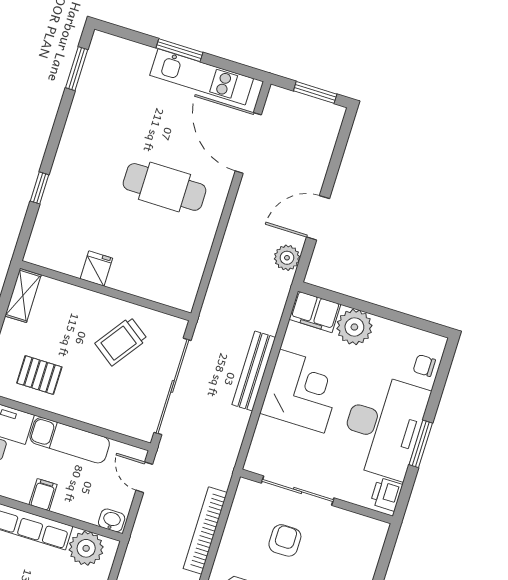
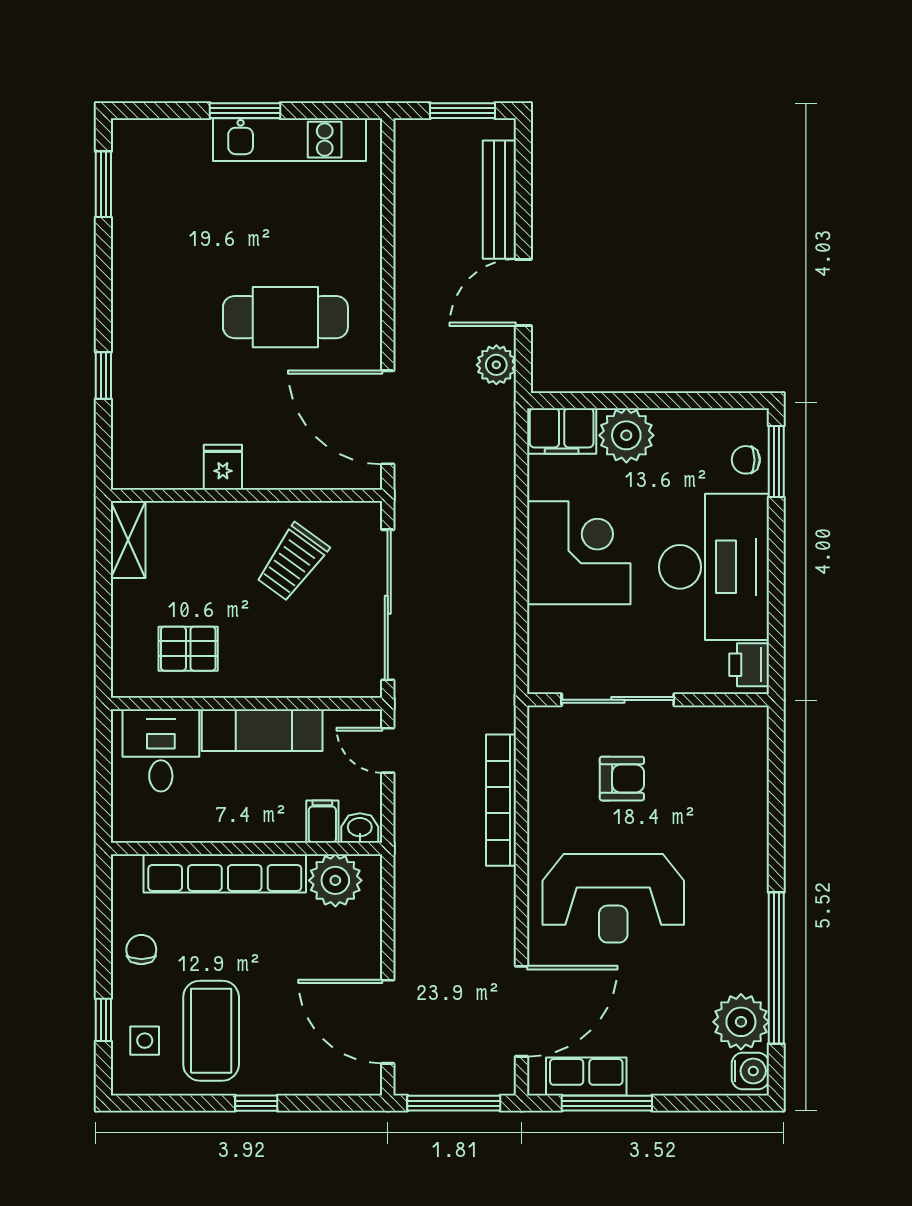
door: (248, 143) -> (388, 417), moved
bench: (254, 371) -> (499, 200), moved
window: (421, 444) -> (776, 461), moved
filing cabinet: (43, 495) -> (322, 822), moved
armchair: (285, 540) -> (622, 779), turned 90

